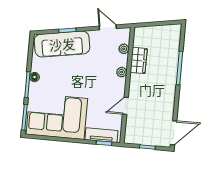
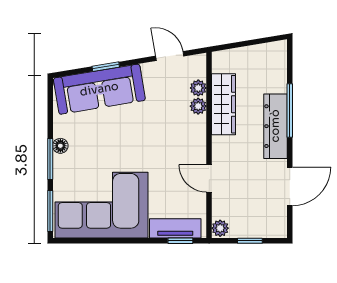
wardrobe: (139, 60) -> (224, 104), width x1.50
plant: (122, 72) -> (198, 106), moved
dresser: (170, 77) -> (275, 126), added
door: (125, 106) -> (209, 178), hinge flipped
door: (174, 133) -> (290, 186), moved
plant: (129, 138) -> (220, 228), added

